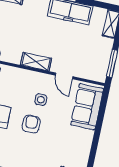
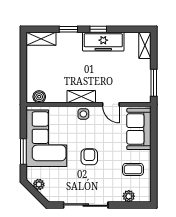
side table: (41, 100) -> (83, 114), moved
coffee table: (72, 146) -> (133, 169), added

